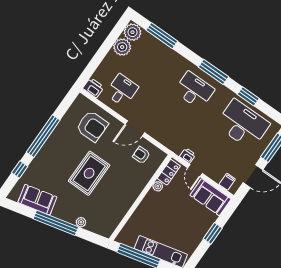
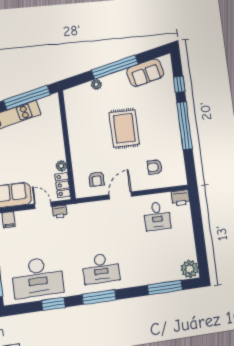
plant: (122, 47) -> (187, 250), removed
armchair: (92, 126) -> (155, 167), width x0.53, depth x0.53
armchair: (141, 155) -> (96, 179), turned 90

